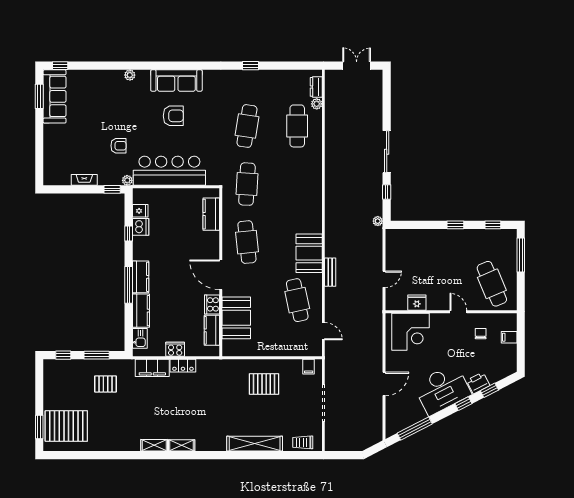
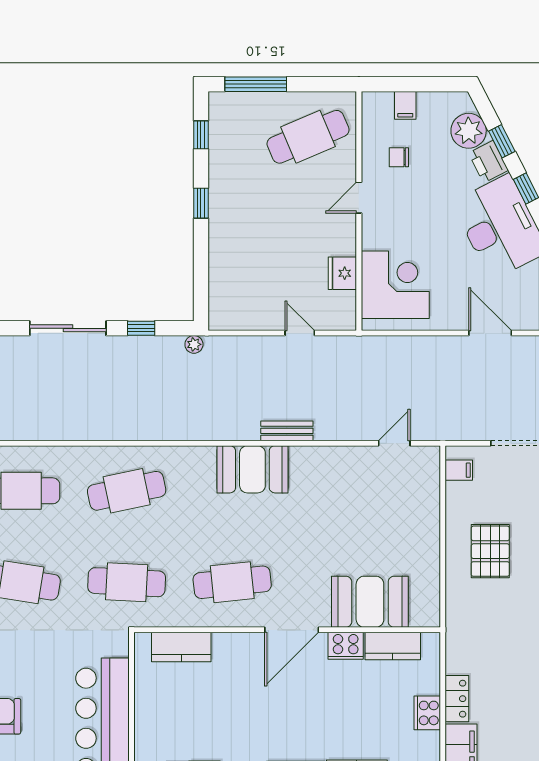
cafe table: (297, 300) -> (127, 491), moved
plant: (495, 372) -> (469, 131), added

